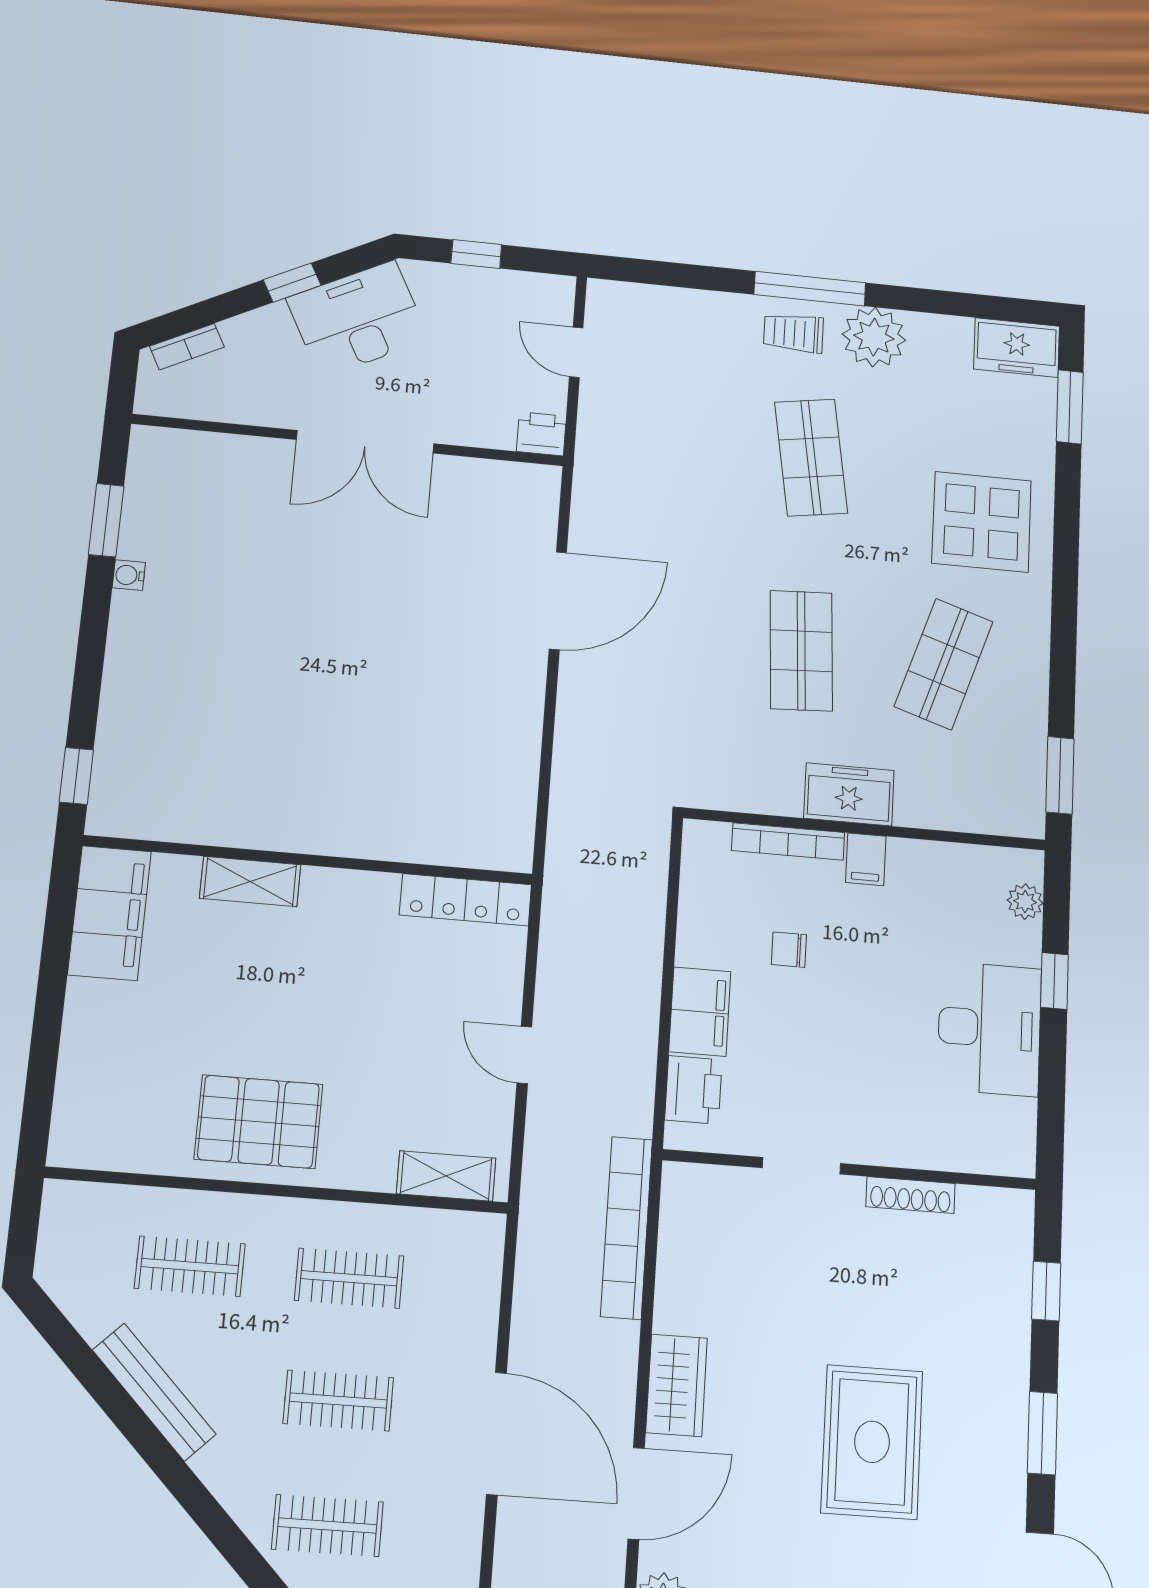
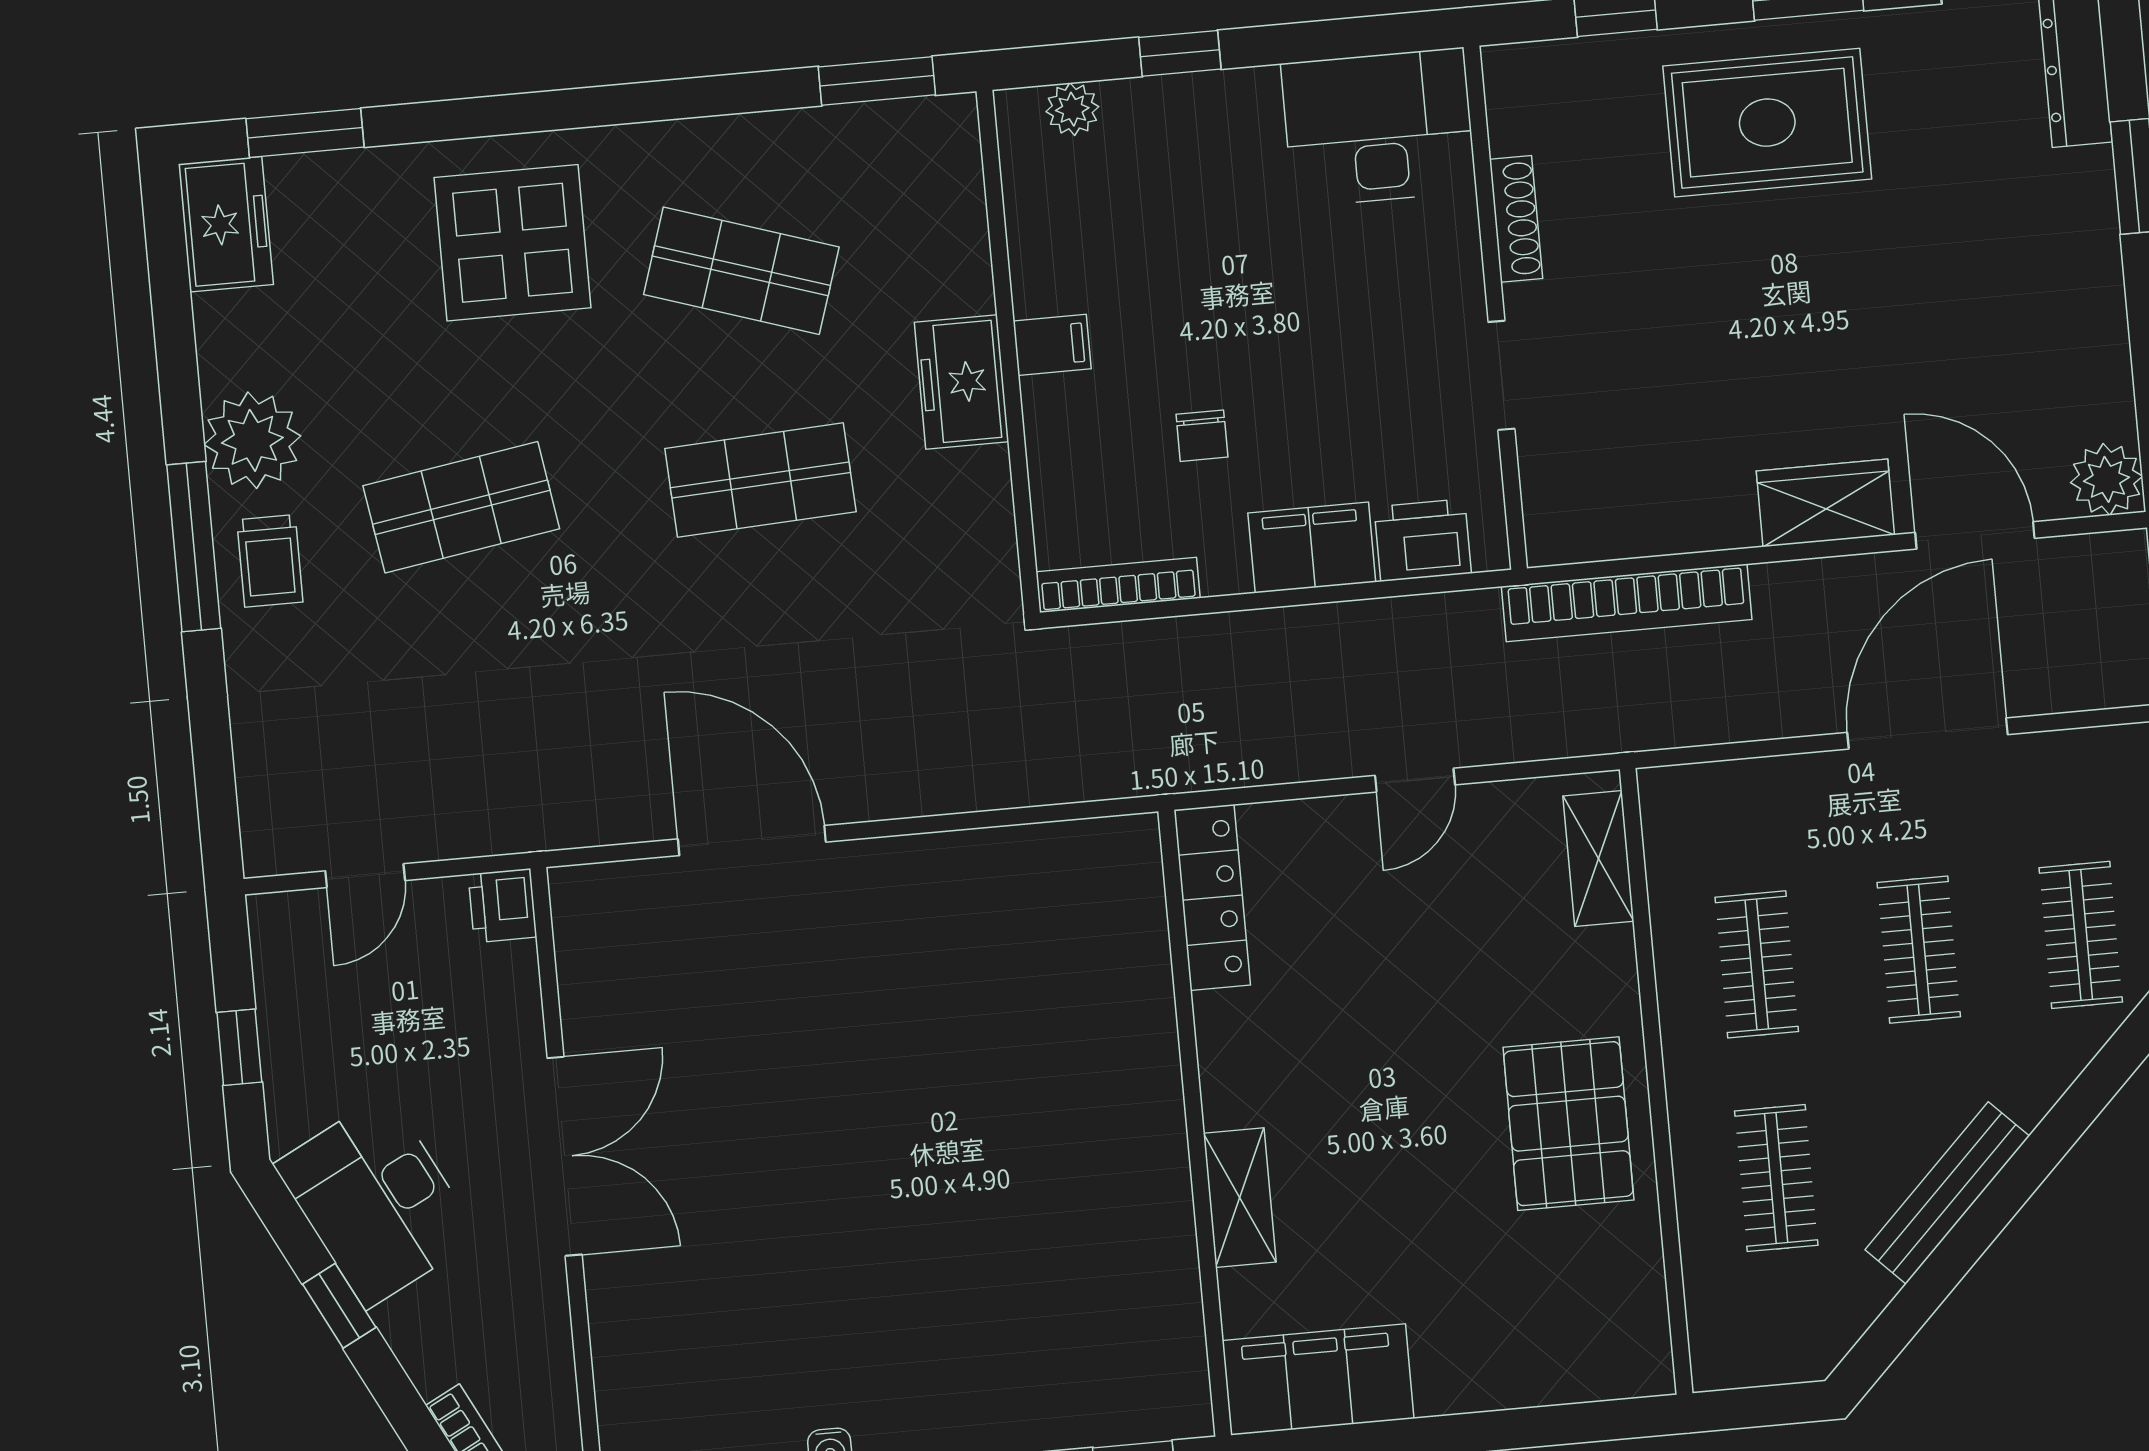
bookcase: (788, 842) -> (1118, 585), moved, turned -90
desk: (989, 1029) -> (1379, 127), moved
rug: (872, 1442) -> (1767, 123), moved

